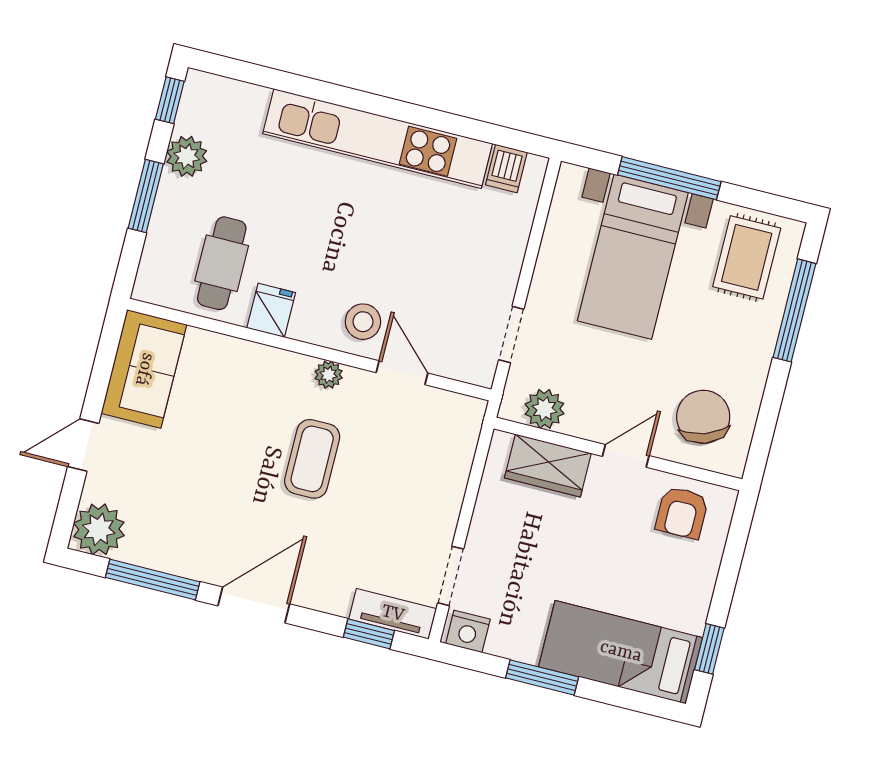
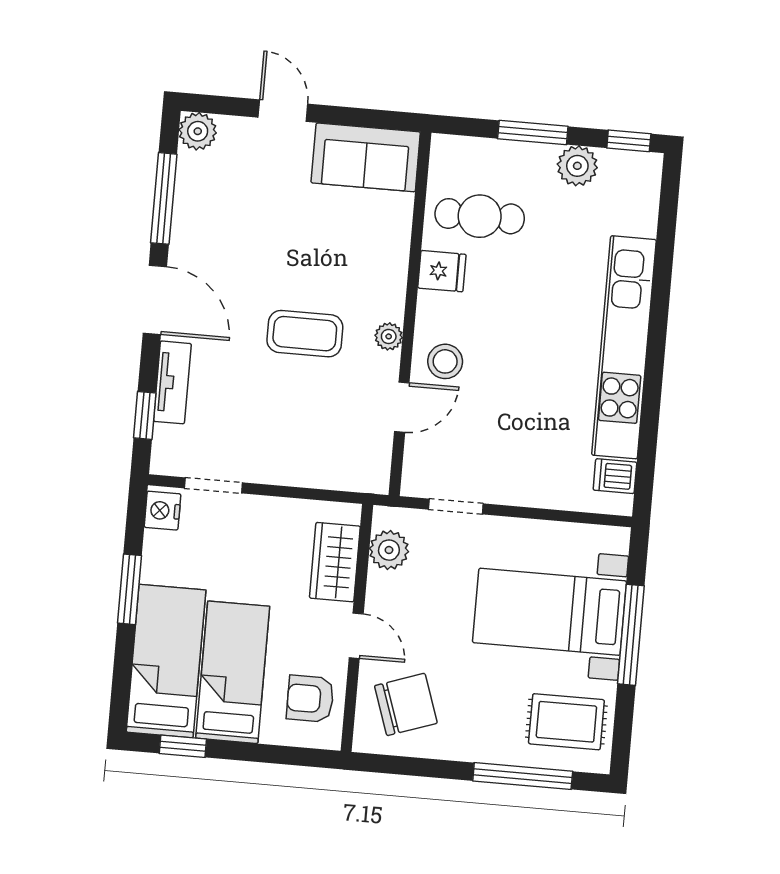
plant: (99, 529) -> (198, 131), width x0.73, depth x0.73
bed: (643, 587) -> (233, 672), added
tv unit: (393, 614) -> (172, 382), moved

